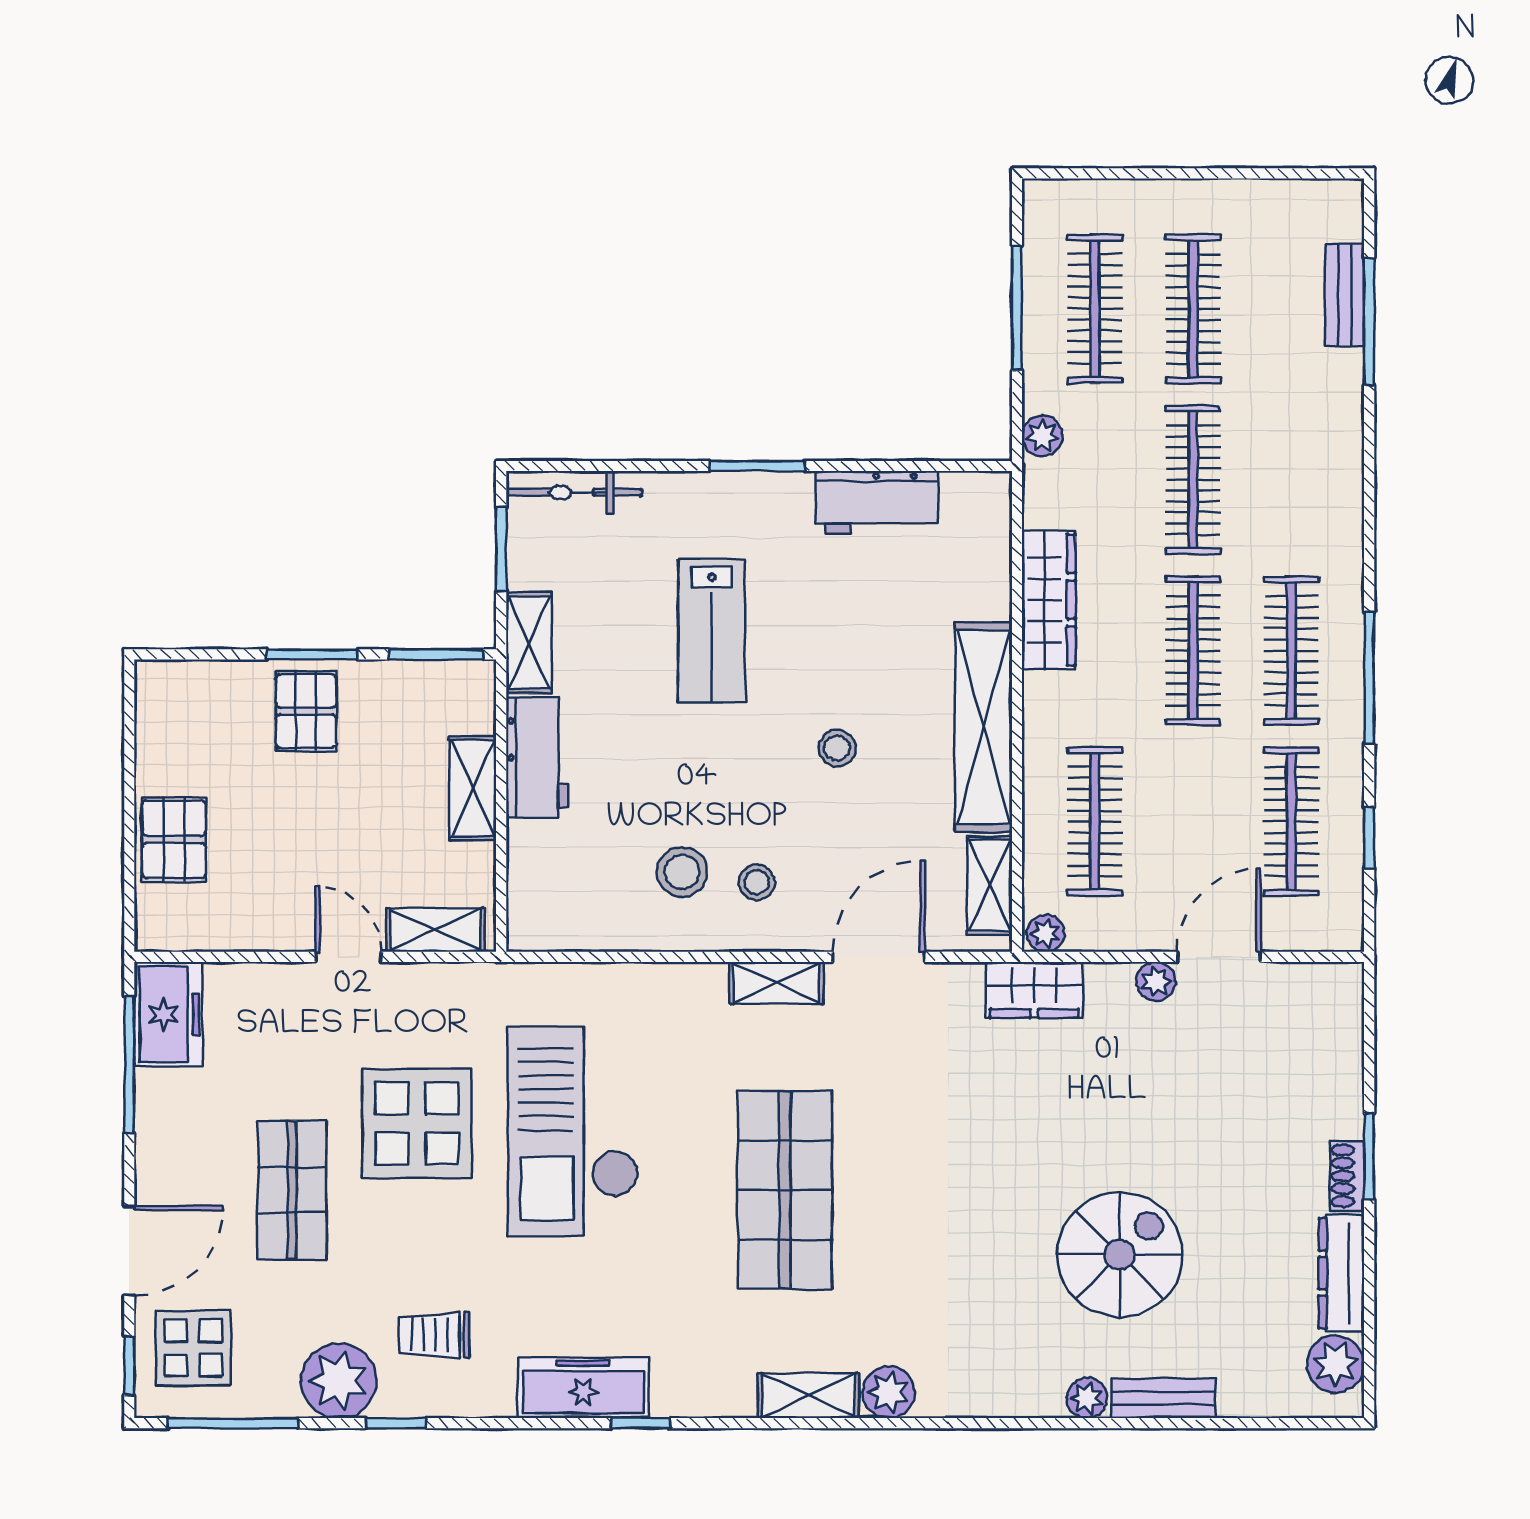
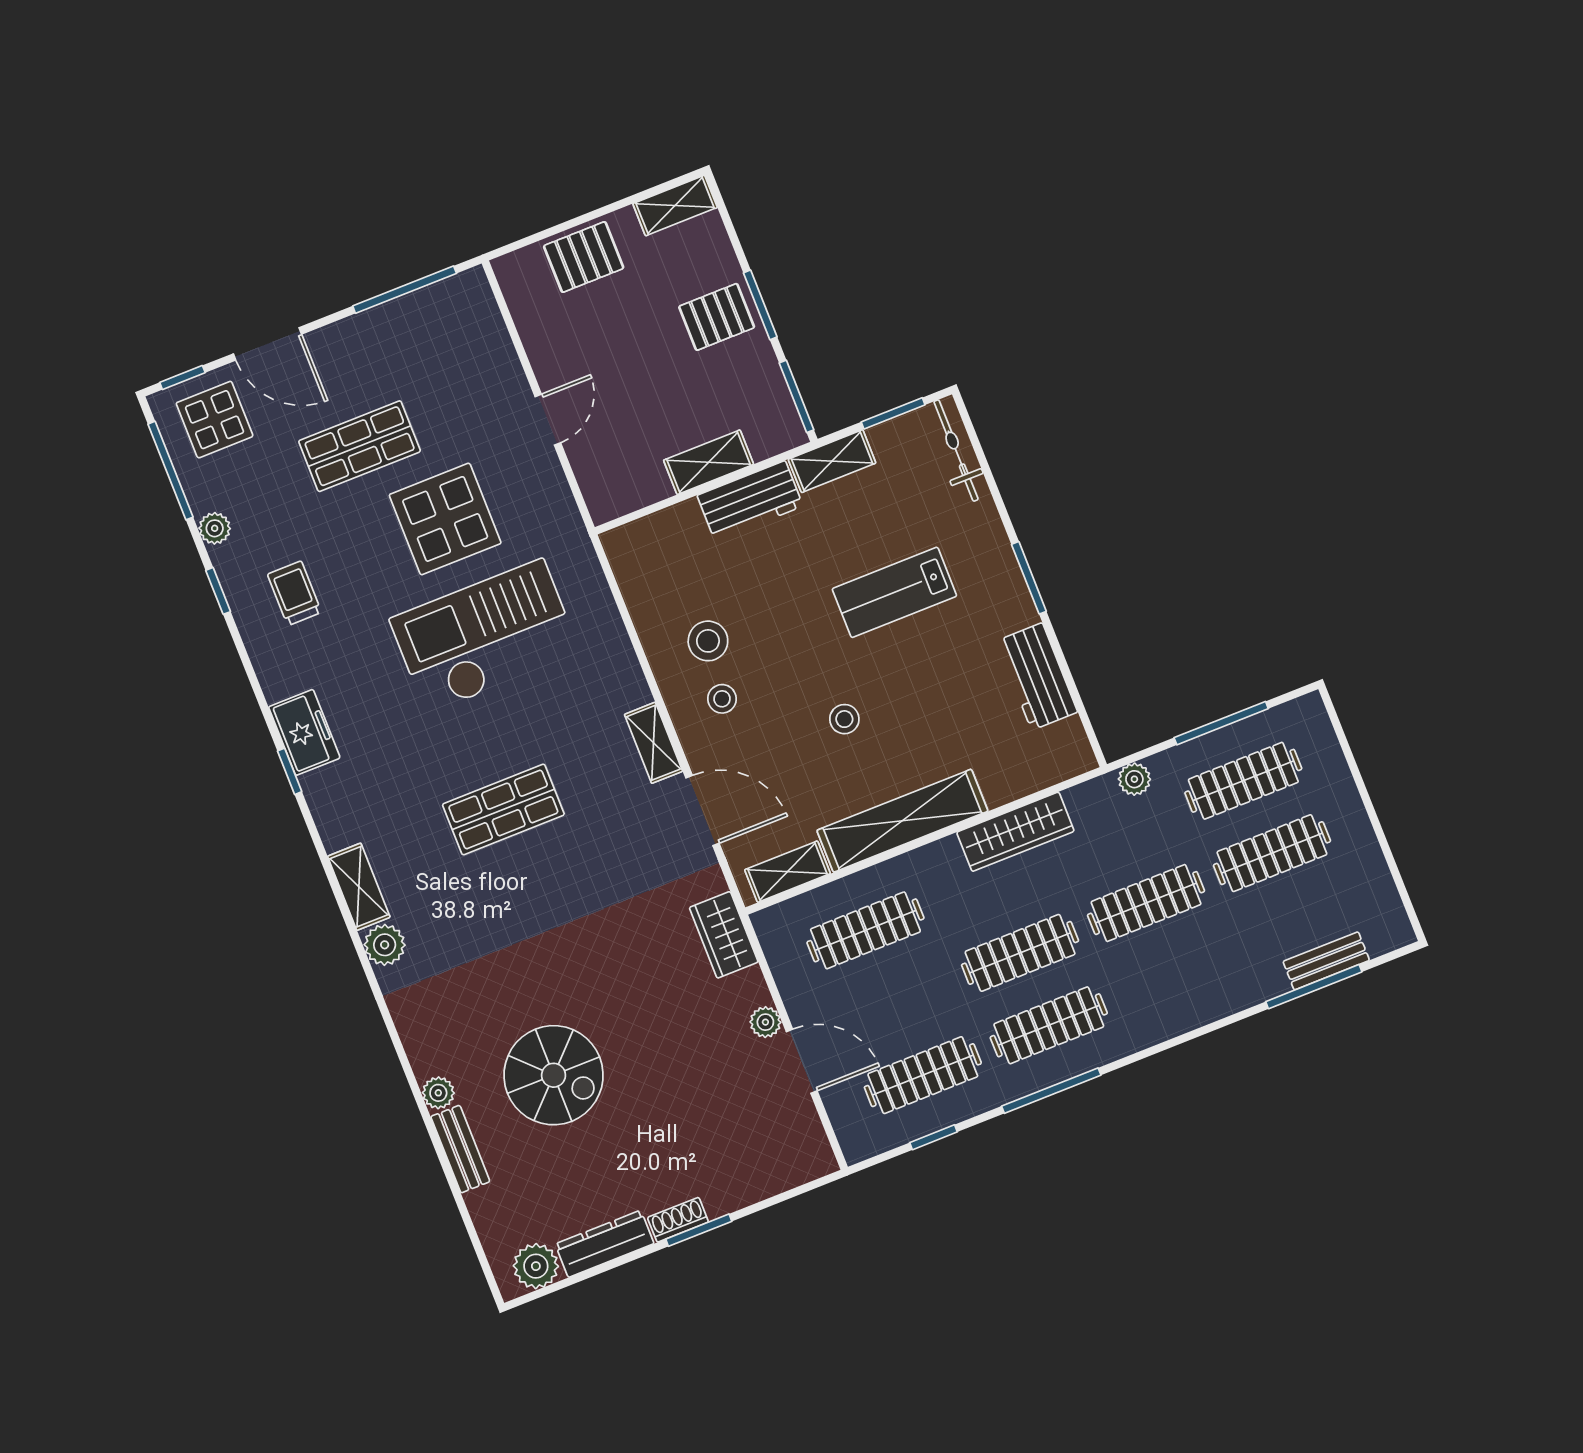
shelving: (435, 930) -> (675, 206), moved, turned 90
plant: (1046, 933) -> (769, 927), removed
freezer: (168, 1014) -> (453, 304), removed
shop shelf: (785, 1190) -> (503, 809), width x0.70, depth x0.74
plant: (338, 1381) -> (215, 528), width x0.53, depth x0.53
freezer: (583, 1388) -> (304, 732), width x0.71

